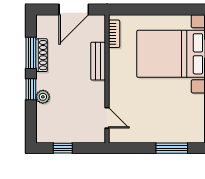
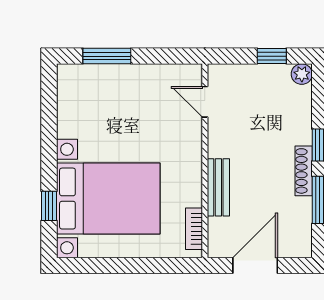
shoe rack: (42, 55) -> (304, 171), moved
plant: (43, 97) -> (302, 74), moved

